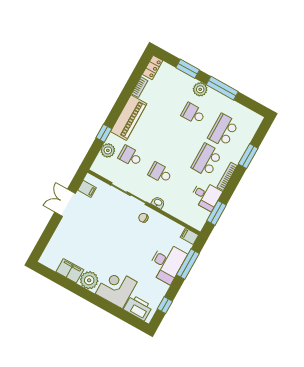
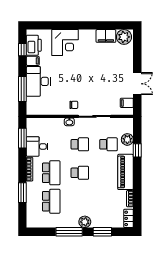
school desk: (193, 114) -> (80, 173), moved
filing cabinet: (189, 236) -> (33, 61), moved
plant: (89, 280) -> (124, 37), moved
printer: (138, 308) -> (34, 45), moved, turned -90

